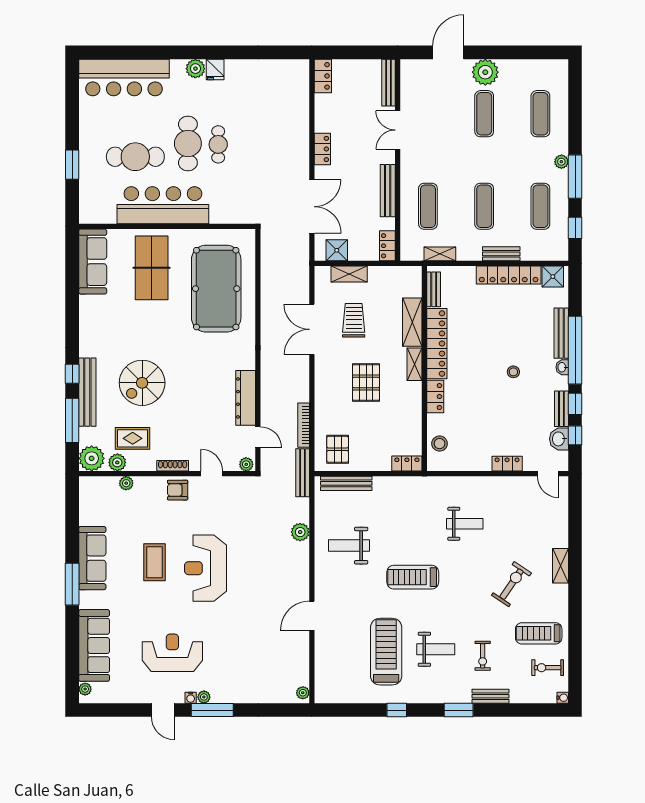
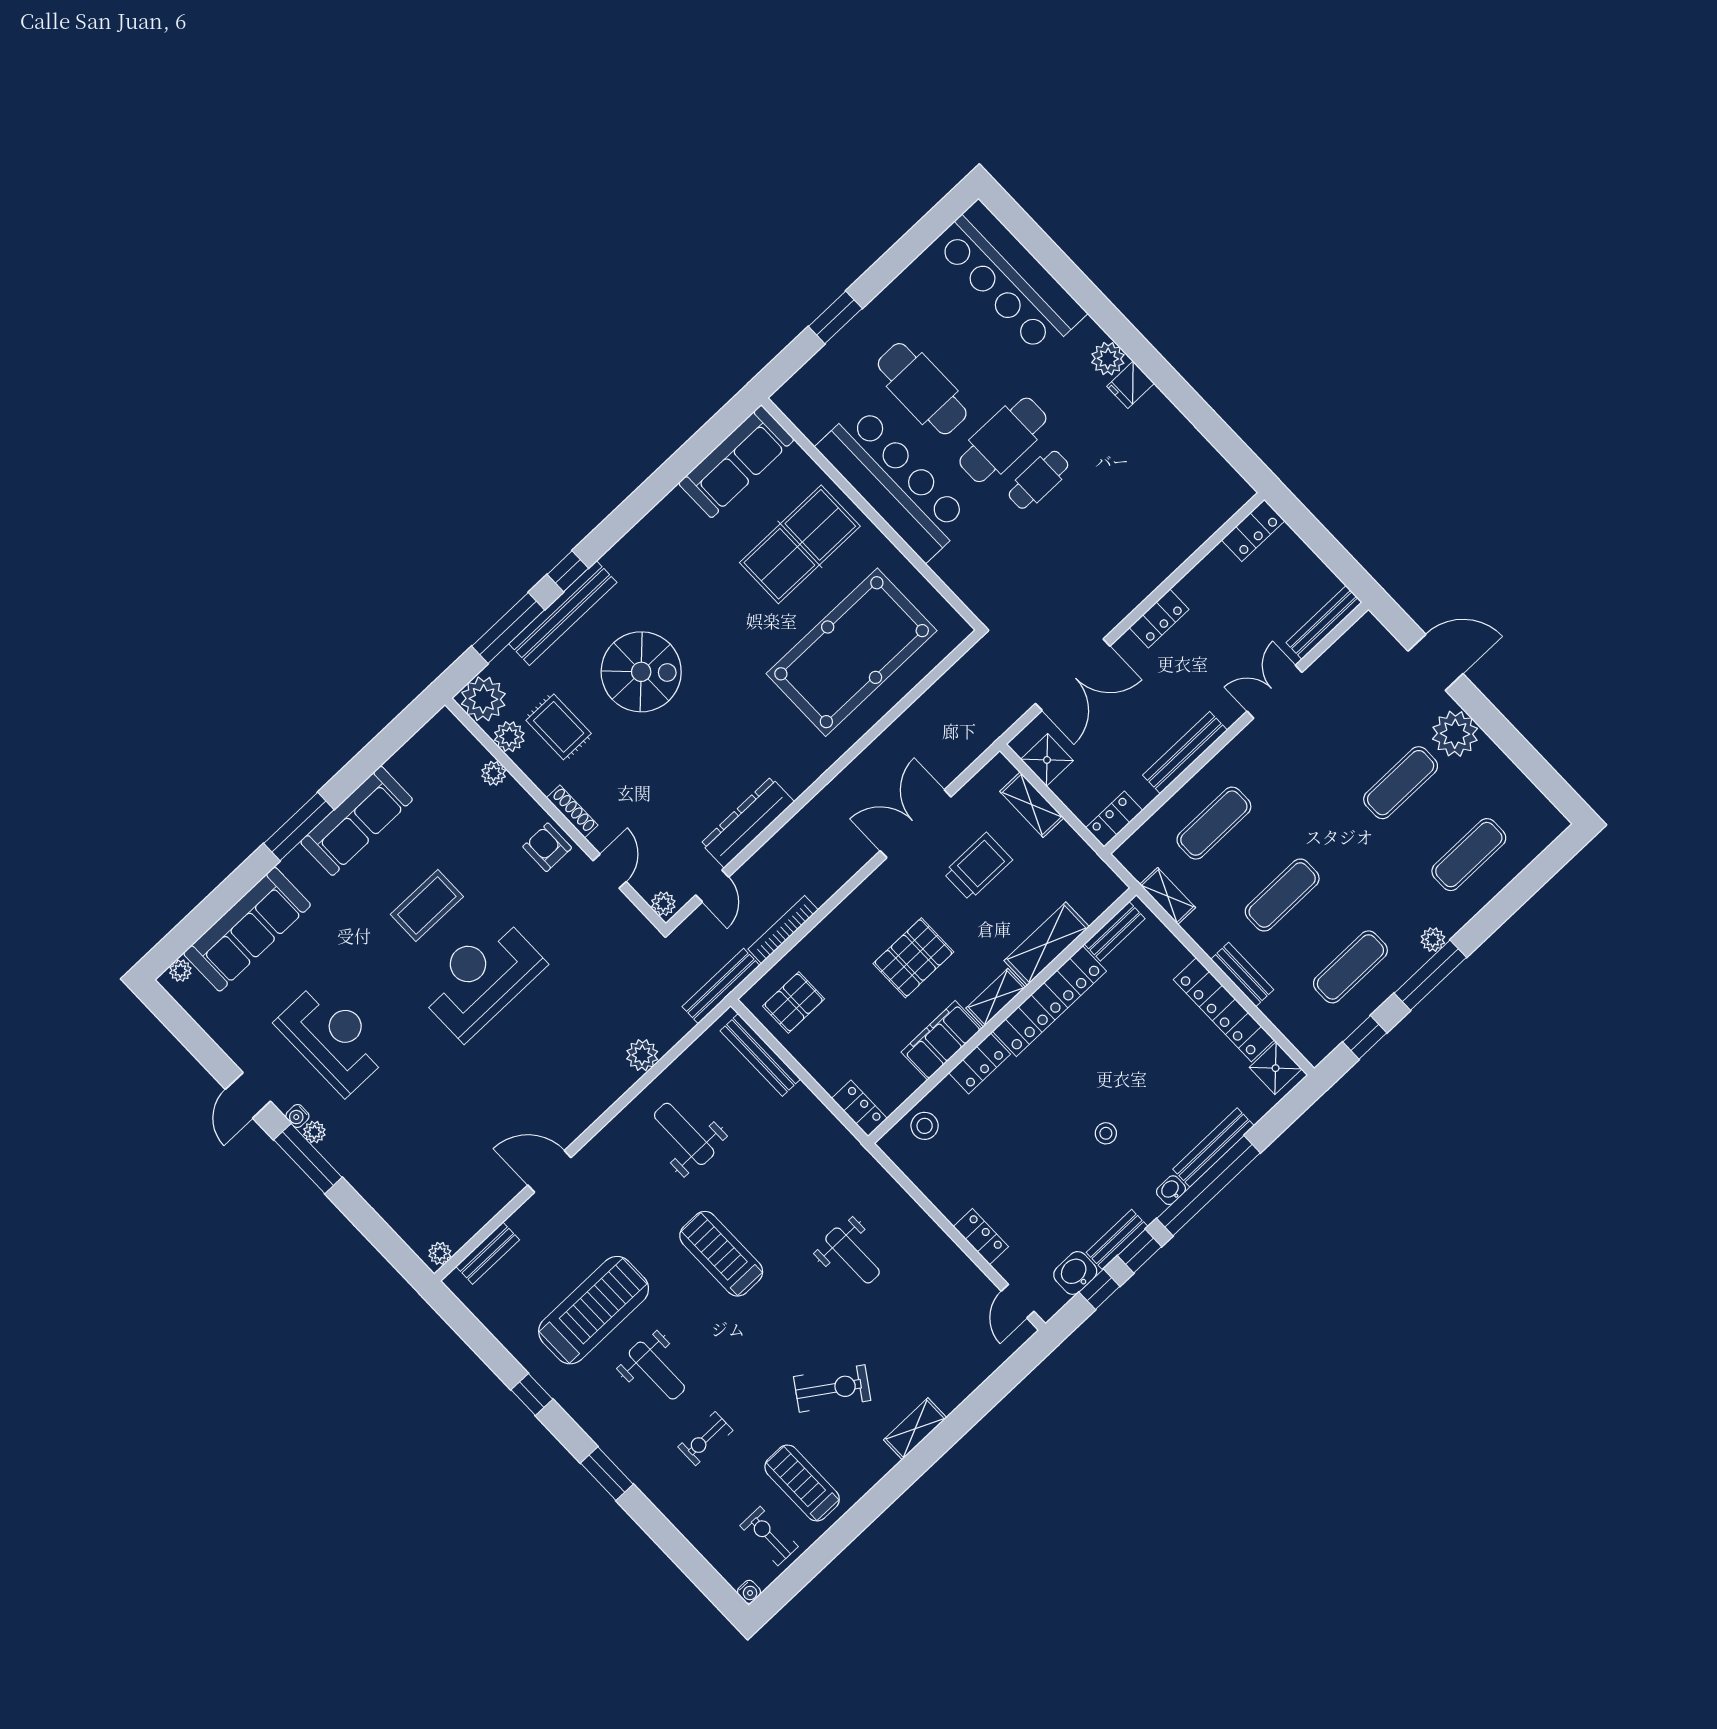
spiral stairs: (142, 383) -> (641, 672), turned 180
filing cabinet: (411, 403) -> (941, 1040), added
bench: (490, 696) -> (488, 1253), moved, turned 90

